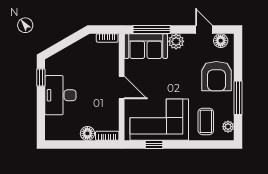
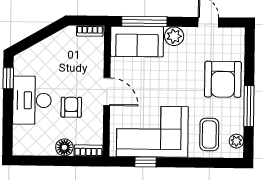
floor lamp: (221, 41) -> (229, 36), removed
armchair: (93, 100) -> (71, 107), added

